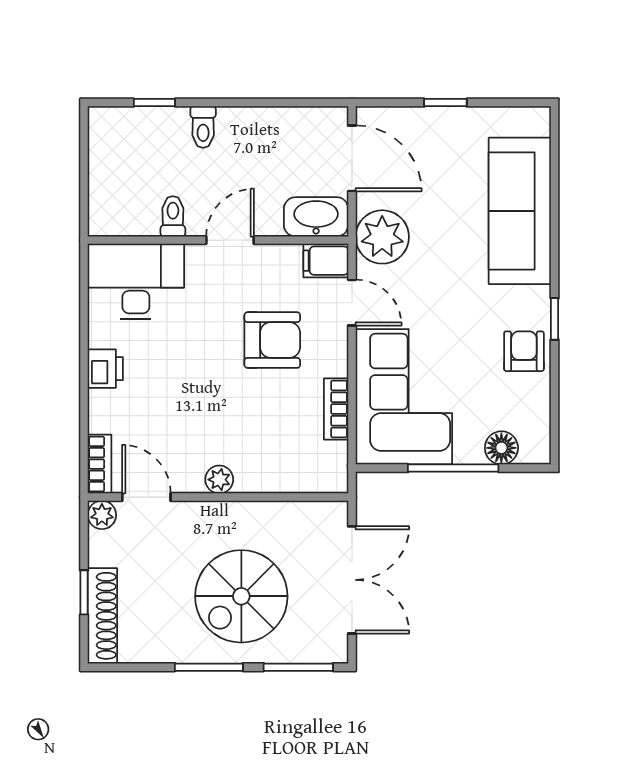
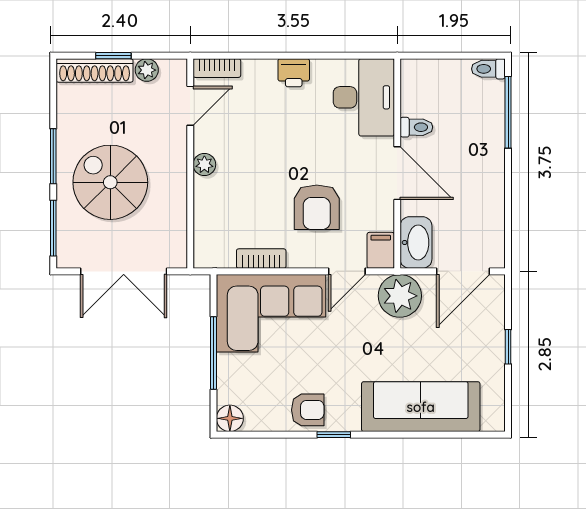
window: (154, 103) -> (508, 112), width x2.17
toilet: (203, 127) -> (488, 69), moved
door: (230, 240) -> (397, 173), width x1.38
floor lamp: (501, 448) -> (230, 418), moved
plant: (102, 515) -> (147, 70), moved

